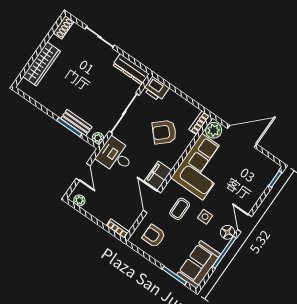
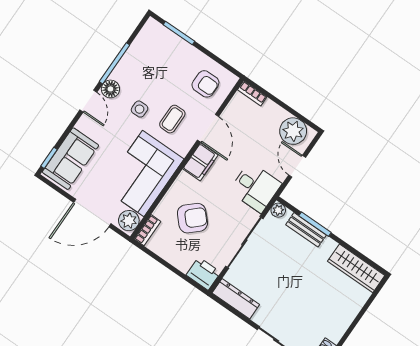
wardrobe: (42, 64) -> (356, 268), moved, turned -90
plant: (79, 200) -> (293, 131), width x1.88, depth x1.88
sofa: (199, 265) -> (70, 159), moved

